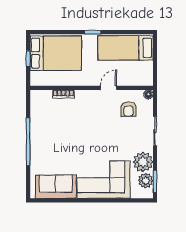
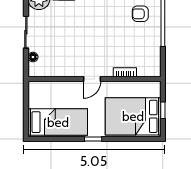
door: (108, 88) -> (92, 79), moved
floor lamp: (148, 94) -> (33, 57), moved
armchair: (128, 109) -> (140, 14), moved, turned -90

